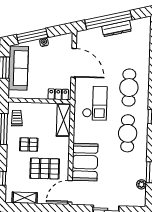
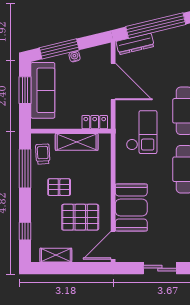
dresser: (117, 29) -> (135, 44), moved
shelving: (64, 120) -> (77, 142), moved, turned 90

